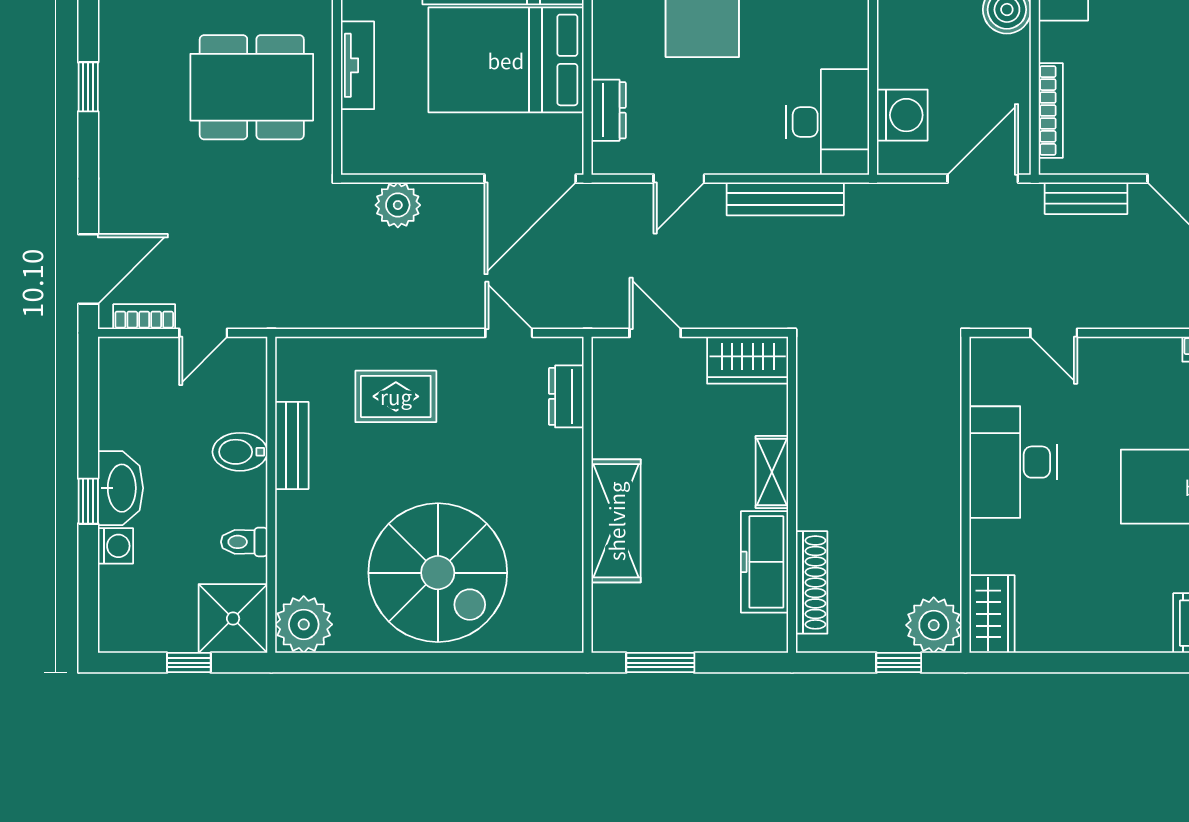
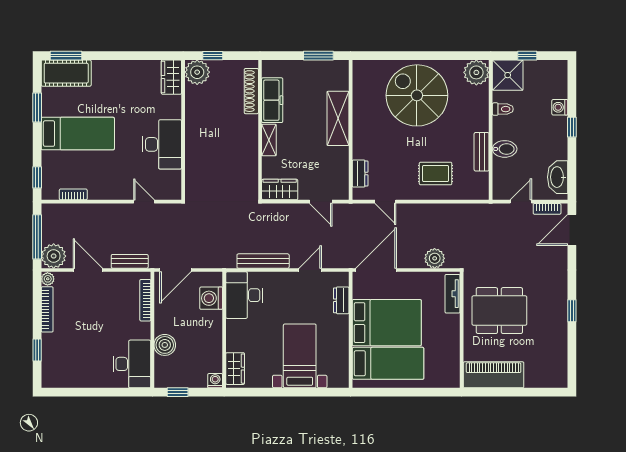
tv unit: (357, 65) -> (453, 294), moved
washbasin: (120, 488) -> (558, 177), moved

